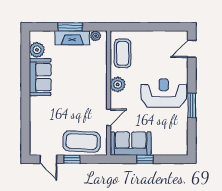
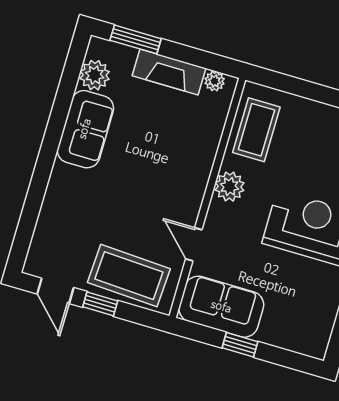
window: (70, 27) -> (136, 39), moved
door: (109, 117) -> (194, 244), swing flipped

